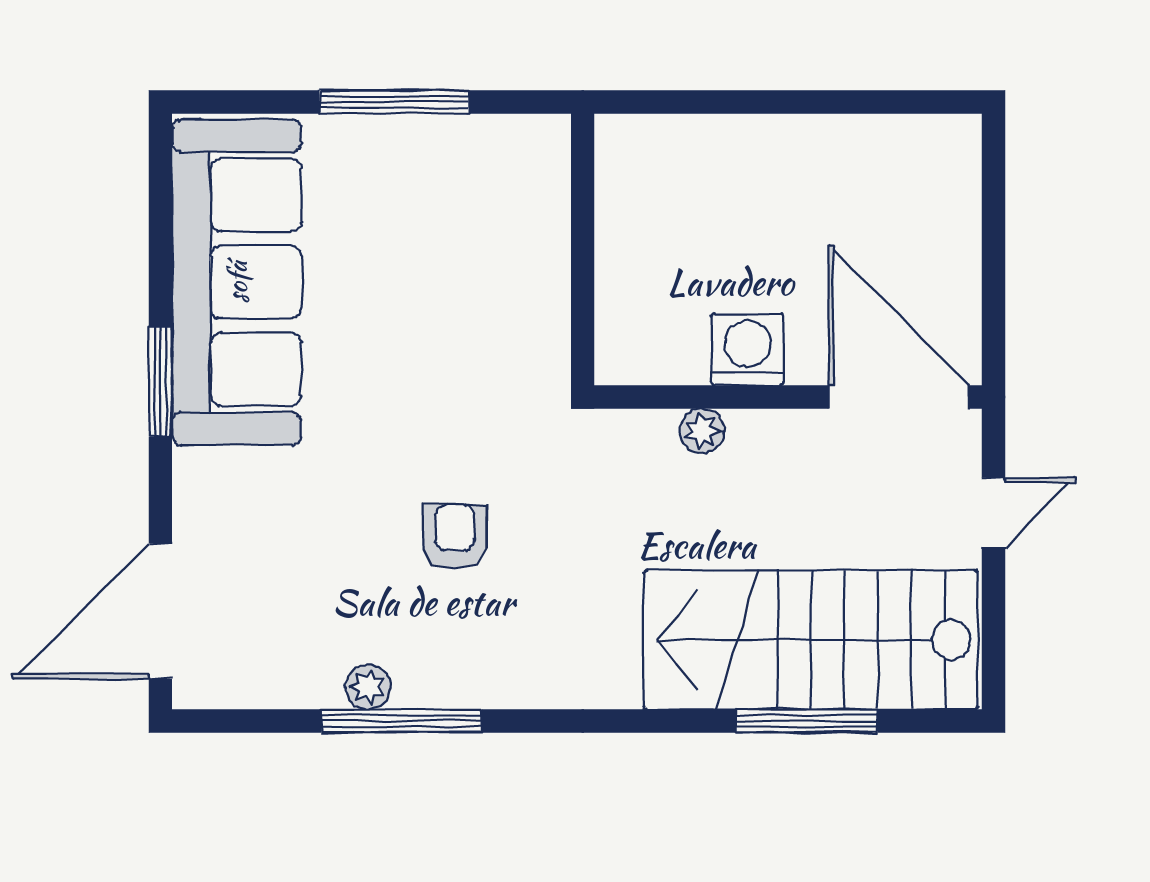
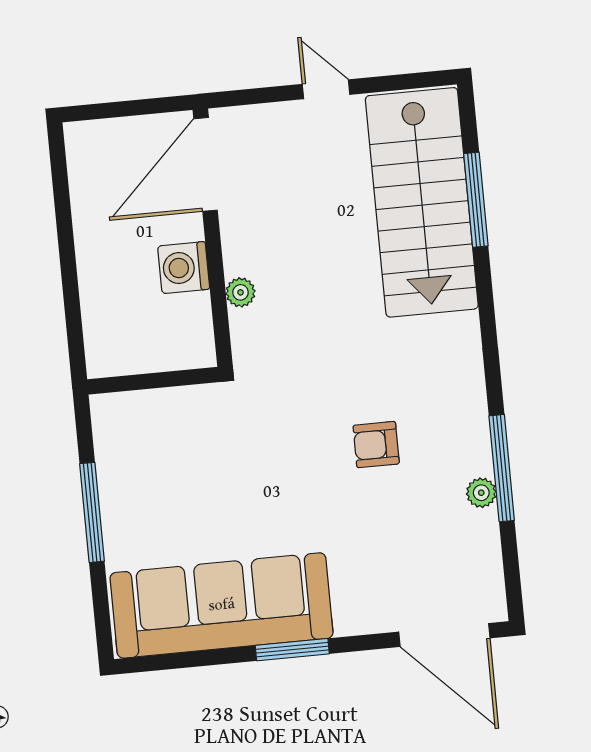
washing machine: (747, 349) -> (184, 268), moved
wall: (788, 397) -> (213, 238), moved
door: (899, 397) -> (206, 164), moved
plant: (702, 431) -> (241, 292), moved

